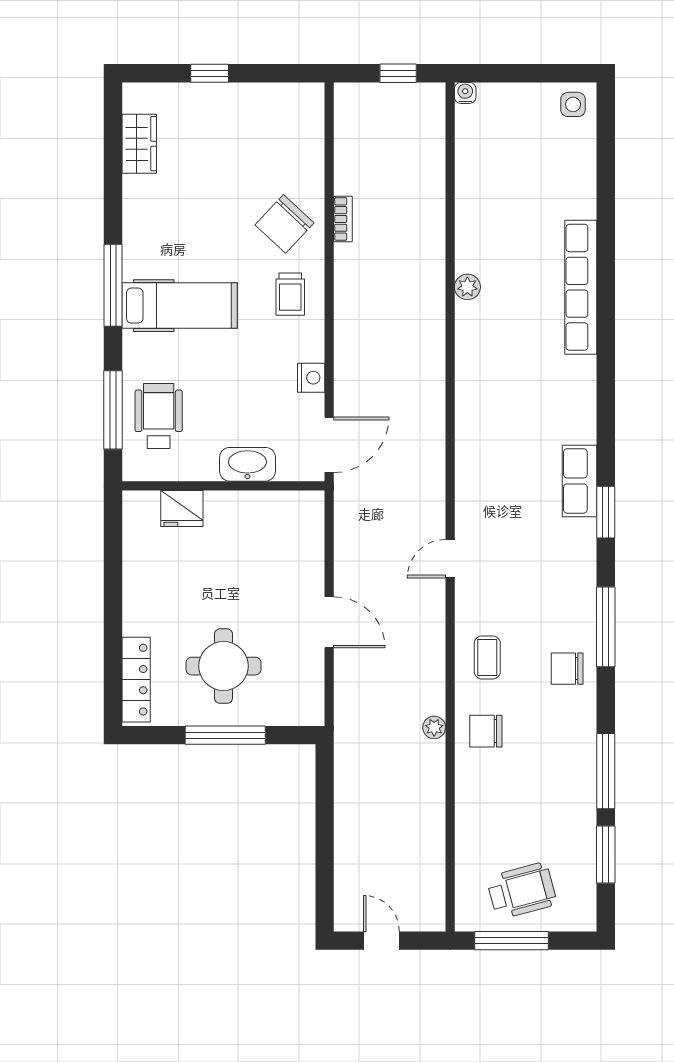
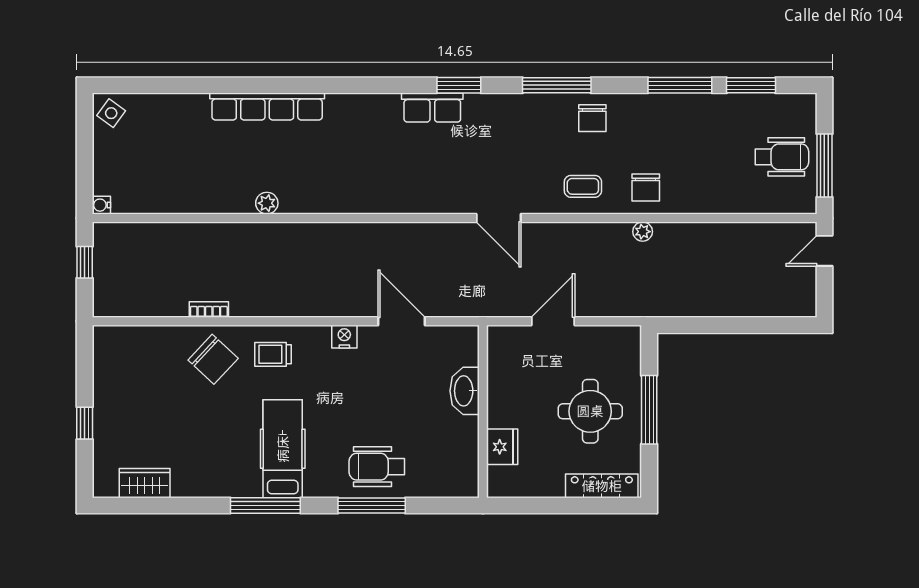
side table: (573, 104) -> (111, 113), turned 36
trolley: (290, 294) -> (273, 354), turned 180
washbasin: (247, 464) -> (465, 391), moved
wall: (223, 486) -> (483, 411), moved
fridge: (182, 508) -> (502, 447), moved
door: (450, 559) -> (499, 218), width x1.38
wheelchair: (522, 891) -> (782, 157), turned 105
door: (381, 941) -> (824, 251), moved

